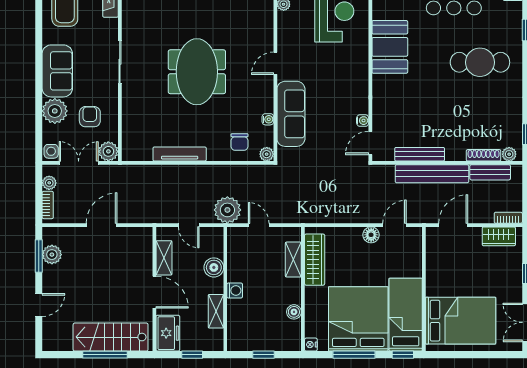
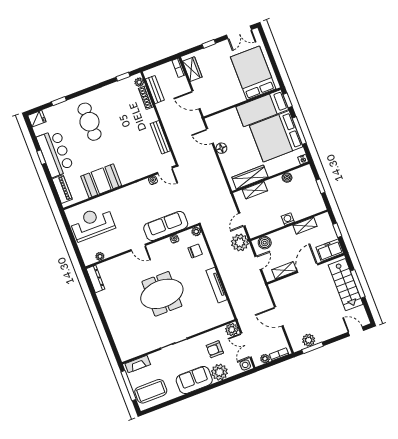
bench: (432, 174) -> (169, 125), removed
boiler: (214, 267) -> (265, 243), moved
door: (39, 305) -> (356, 331), moved

